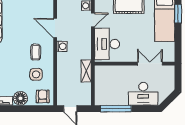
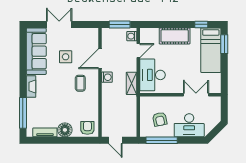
door: (55, 28) -> (100, 59), hinge flipped
shelving: (86, 71) -> (131, 83), moved
side table: (36, 74) -> (66, 57), moved
armchair: (114, 88) -> (160, 119), added

